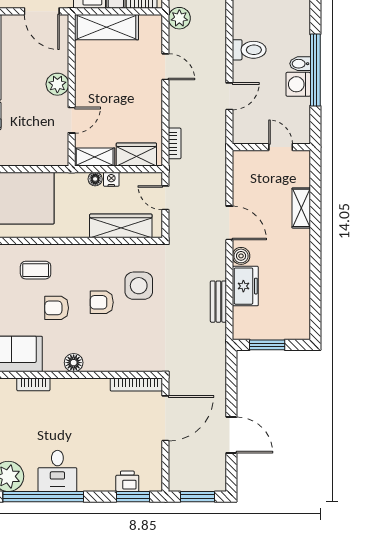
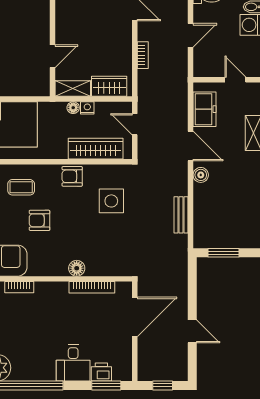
plant: (57, 84) -> (40, 25), removed
bookcase: (175, 143) -> (143, 55), moved
freezer: (245, 286) -> (204, 109), moved
armchair: (102, 302) -> (72, 176), moved
floor lamp: (74, 363) -> (77, 268), moved
bookcase: (136, 384) -> (92, 287), moved
door: (231, 435) -> (192, 331), width x0.73
desk: (57, 471) -> (73, 363), moved
window: (198, 497) -> (163, 385), width x0.67

